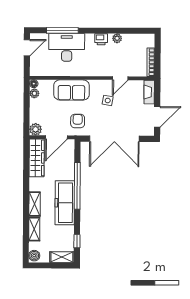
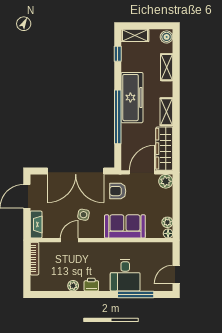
desk: (67, 47) -> (125, 275), width x0.73
armchair: (78, 121) -> (118, 191), turned 90
double door: (114, 139) -> (76, 171), swing flipped
shelving: (35, 204) -> (166, 112), moved

